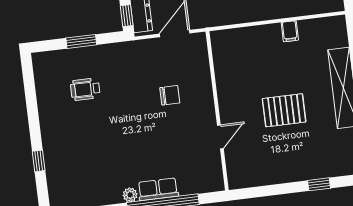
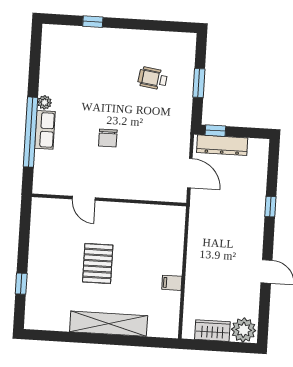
wheelchair: (85, 89) -> (153, 78), turned -82
chair: (170, 95) -> (108, 138), moved

